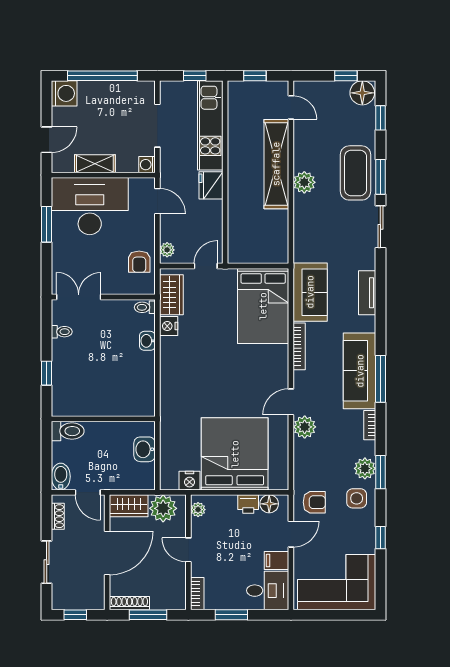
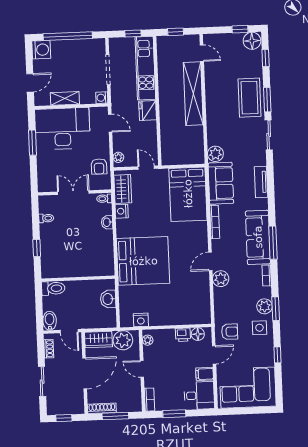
plant: (304, 182) -> (215, 154), moved
door: (206, 266) -> (146, 168), hinge flipped
double door: (79, 297) -> (73, 193), moved
bed: (235, 454) -> (143, 261), moved, turned 90

